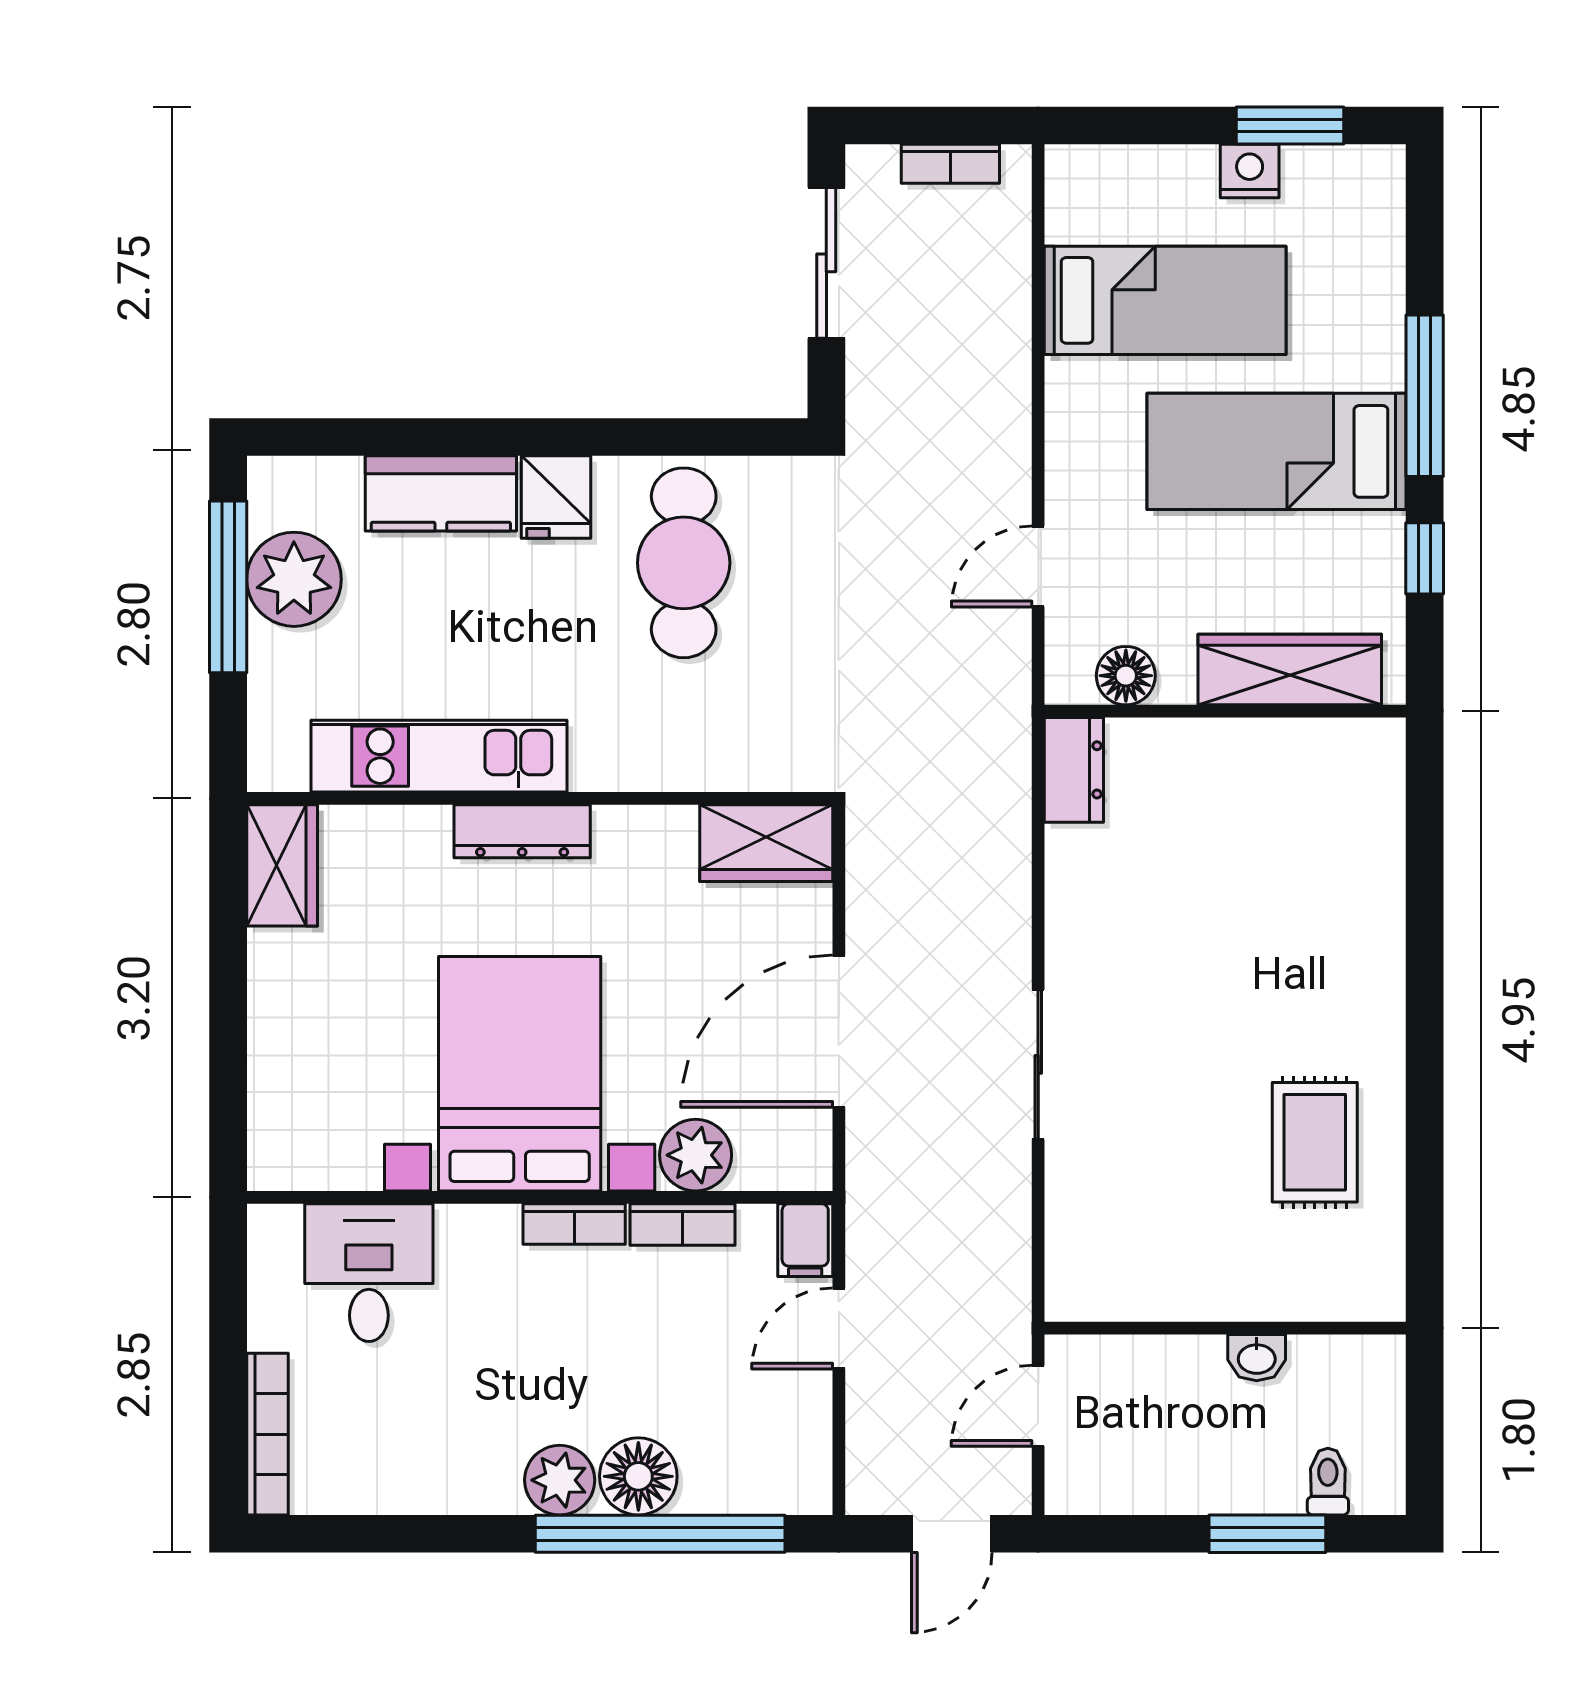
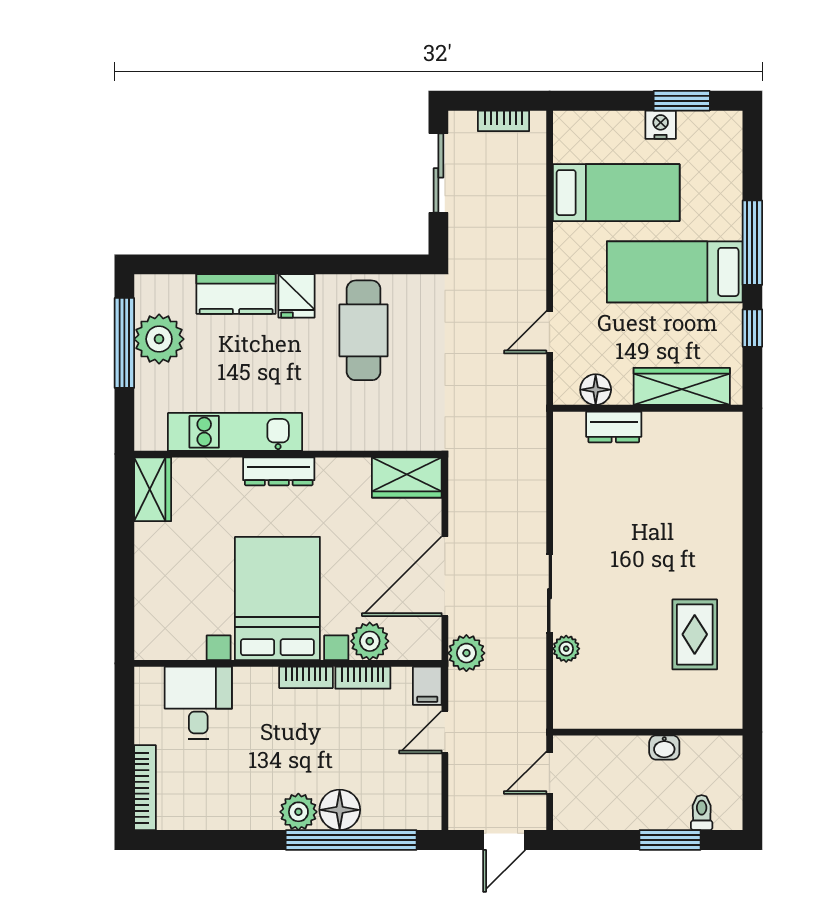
dresser: (1074, 770) -> (614, 427), moved, turned 90
plant: (1070, 1169) -> (566, 649), added
plant: (880, 1178) -> (466, 653), added

